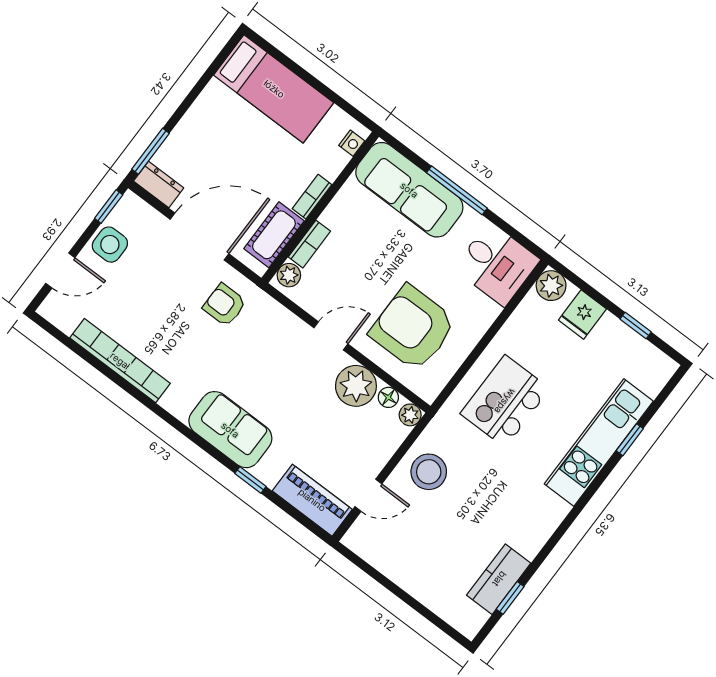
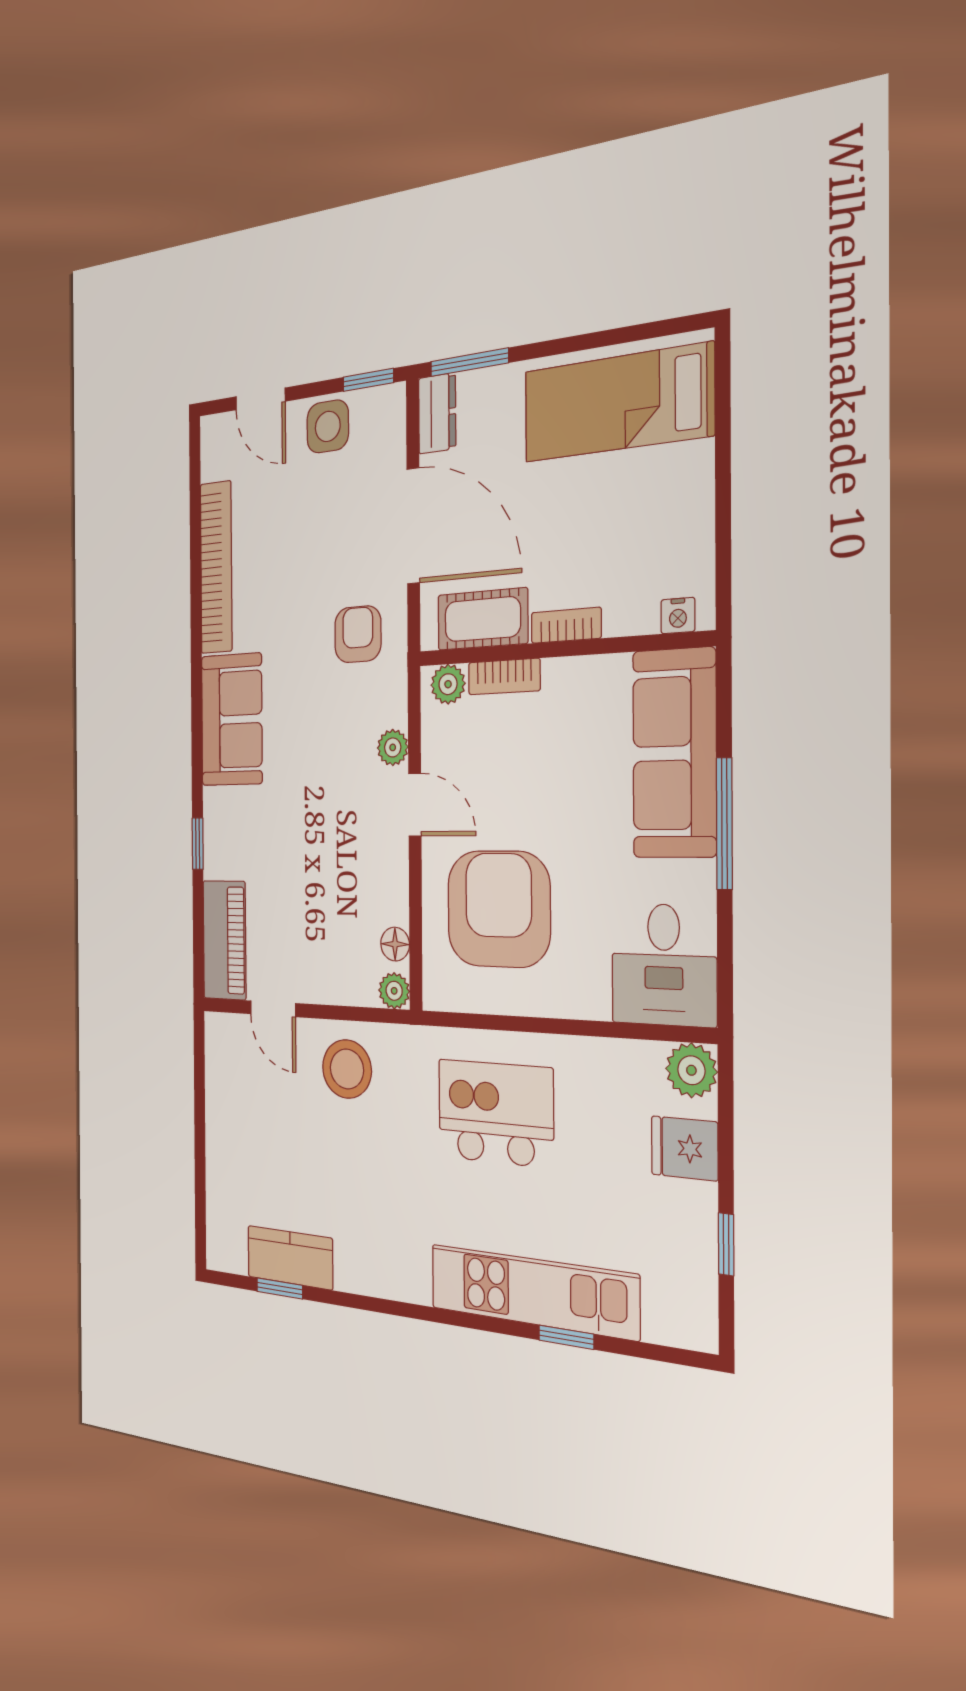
bed: (274, 89) -> (618, 403), moved, turned 90
plant: (356, 386) -> (393, 747), moved, width x0.53, depth x0.53
sofa: (230, 430) -> (232, 720), moved

